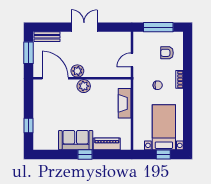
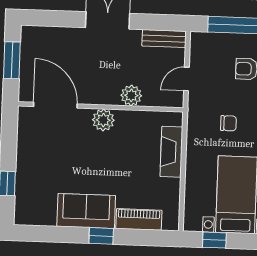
bench: (47, 37) -> (164, 39), moved
plant: (77, 71) -> (131, 95), moved
window: (163, 154) -> (214, 240), moved

